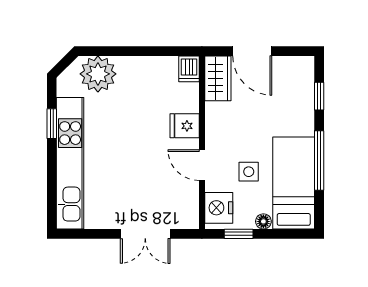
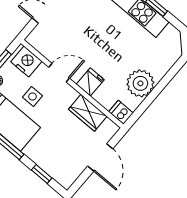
door: (252, 51) -> (100, 157), swing flipped
plant: (98, 74) -> (140, 83), moved
wardrobe: (218, 78) -> (88, 113), moved

